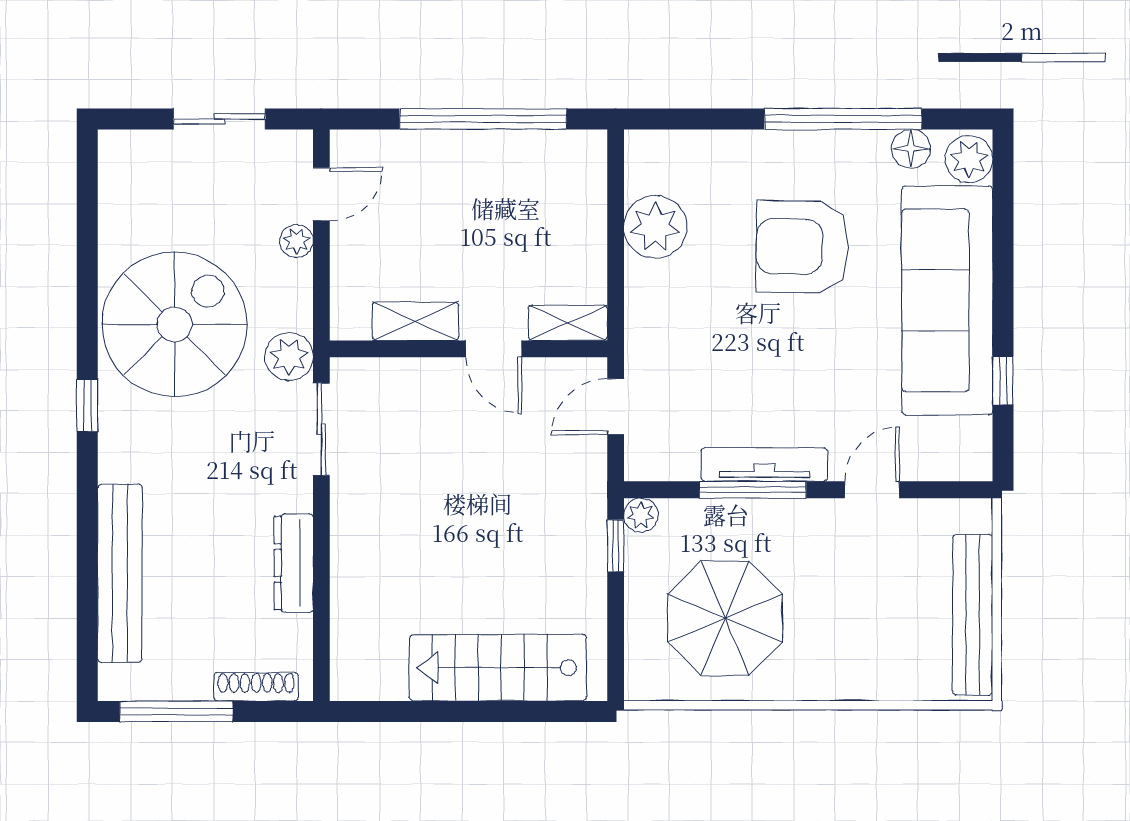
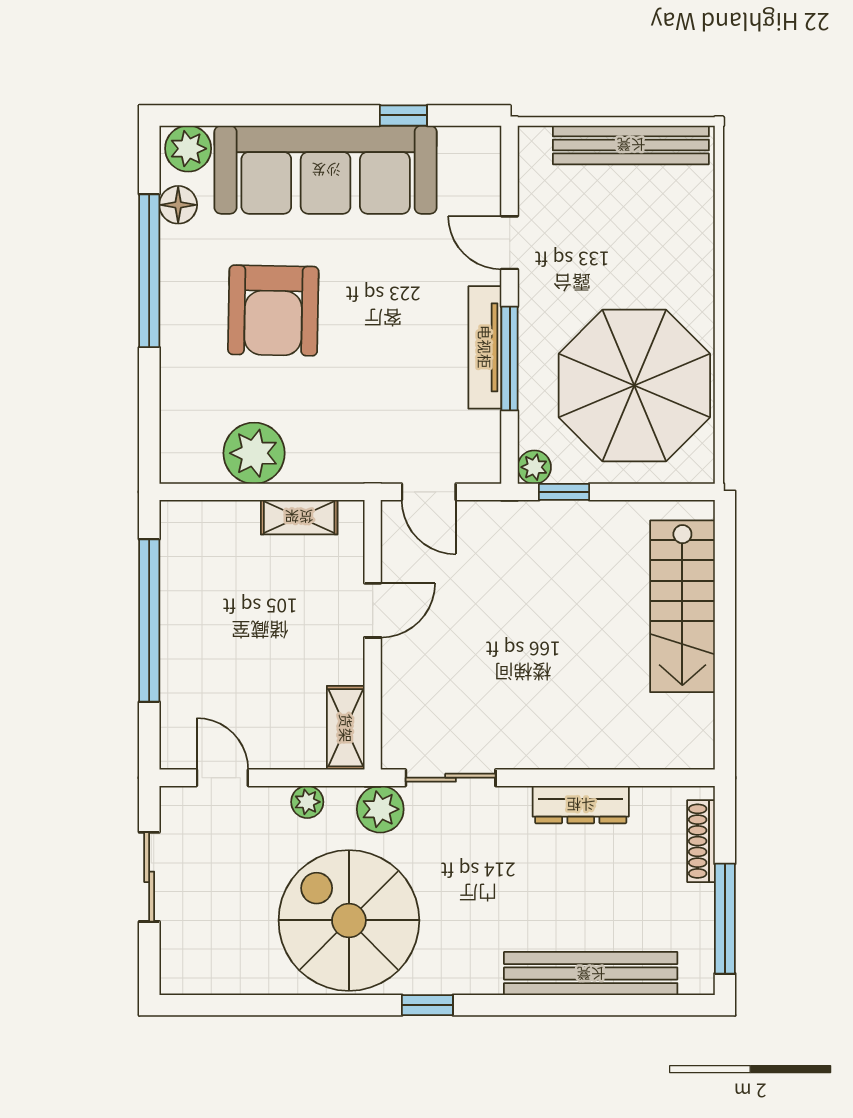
plant: (297, 241) -> (307, 802), moved
shelving: (415, 321) -> (346, 728), moved
shelving: (568, 323) -> (299, 517), moved, turned 90
parasol: (725, 618) -> (634, 385), width x1.36, depth x1.36

